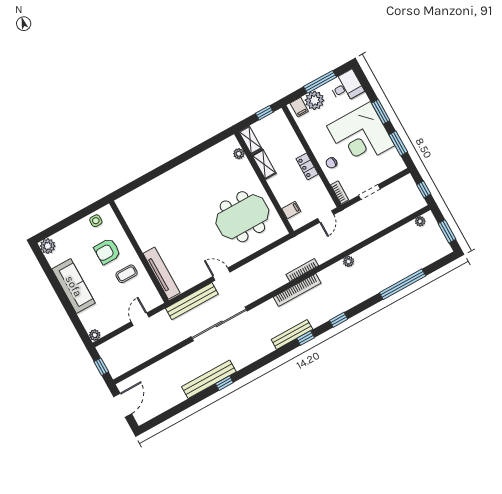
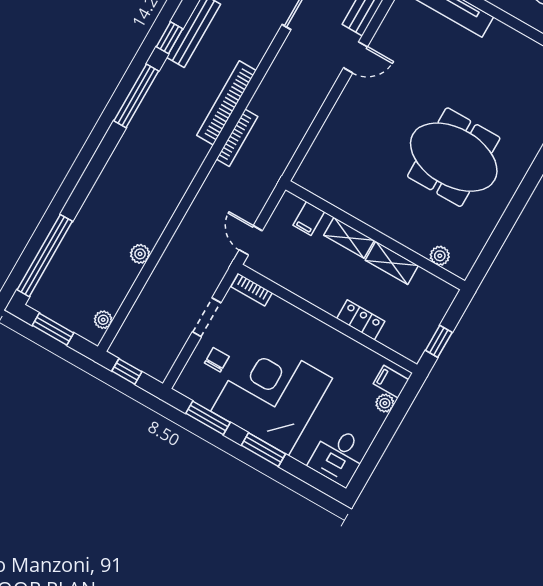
window: (320, 82) -> (383, 439), removed
plant: (314, 100) -> (385, 403), width x0.53, depth x0.53
shelving: (250, 140) -> (349, 238), moved
chair: (331, 163) -> (217, 360), moved
locker: (307, 166) -> (361, 320), moved
meeting table: (242, 217) -> (454, 157), moved, turned 90
plant: (348, 261) -> (140, 254), moved
window: (403, 284) -> (45, 256), moved
window: (339, 320) -> (136, 96), width x2.17

